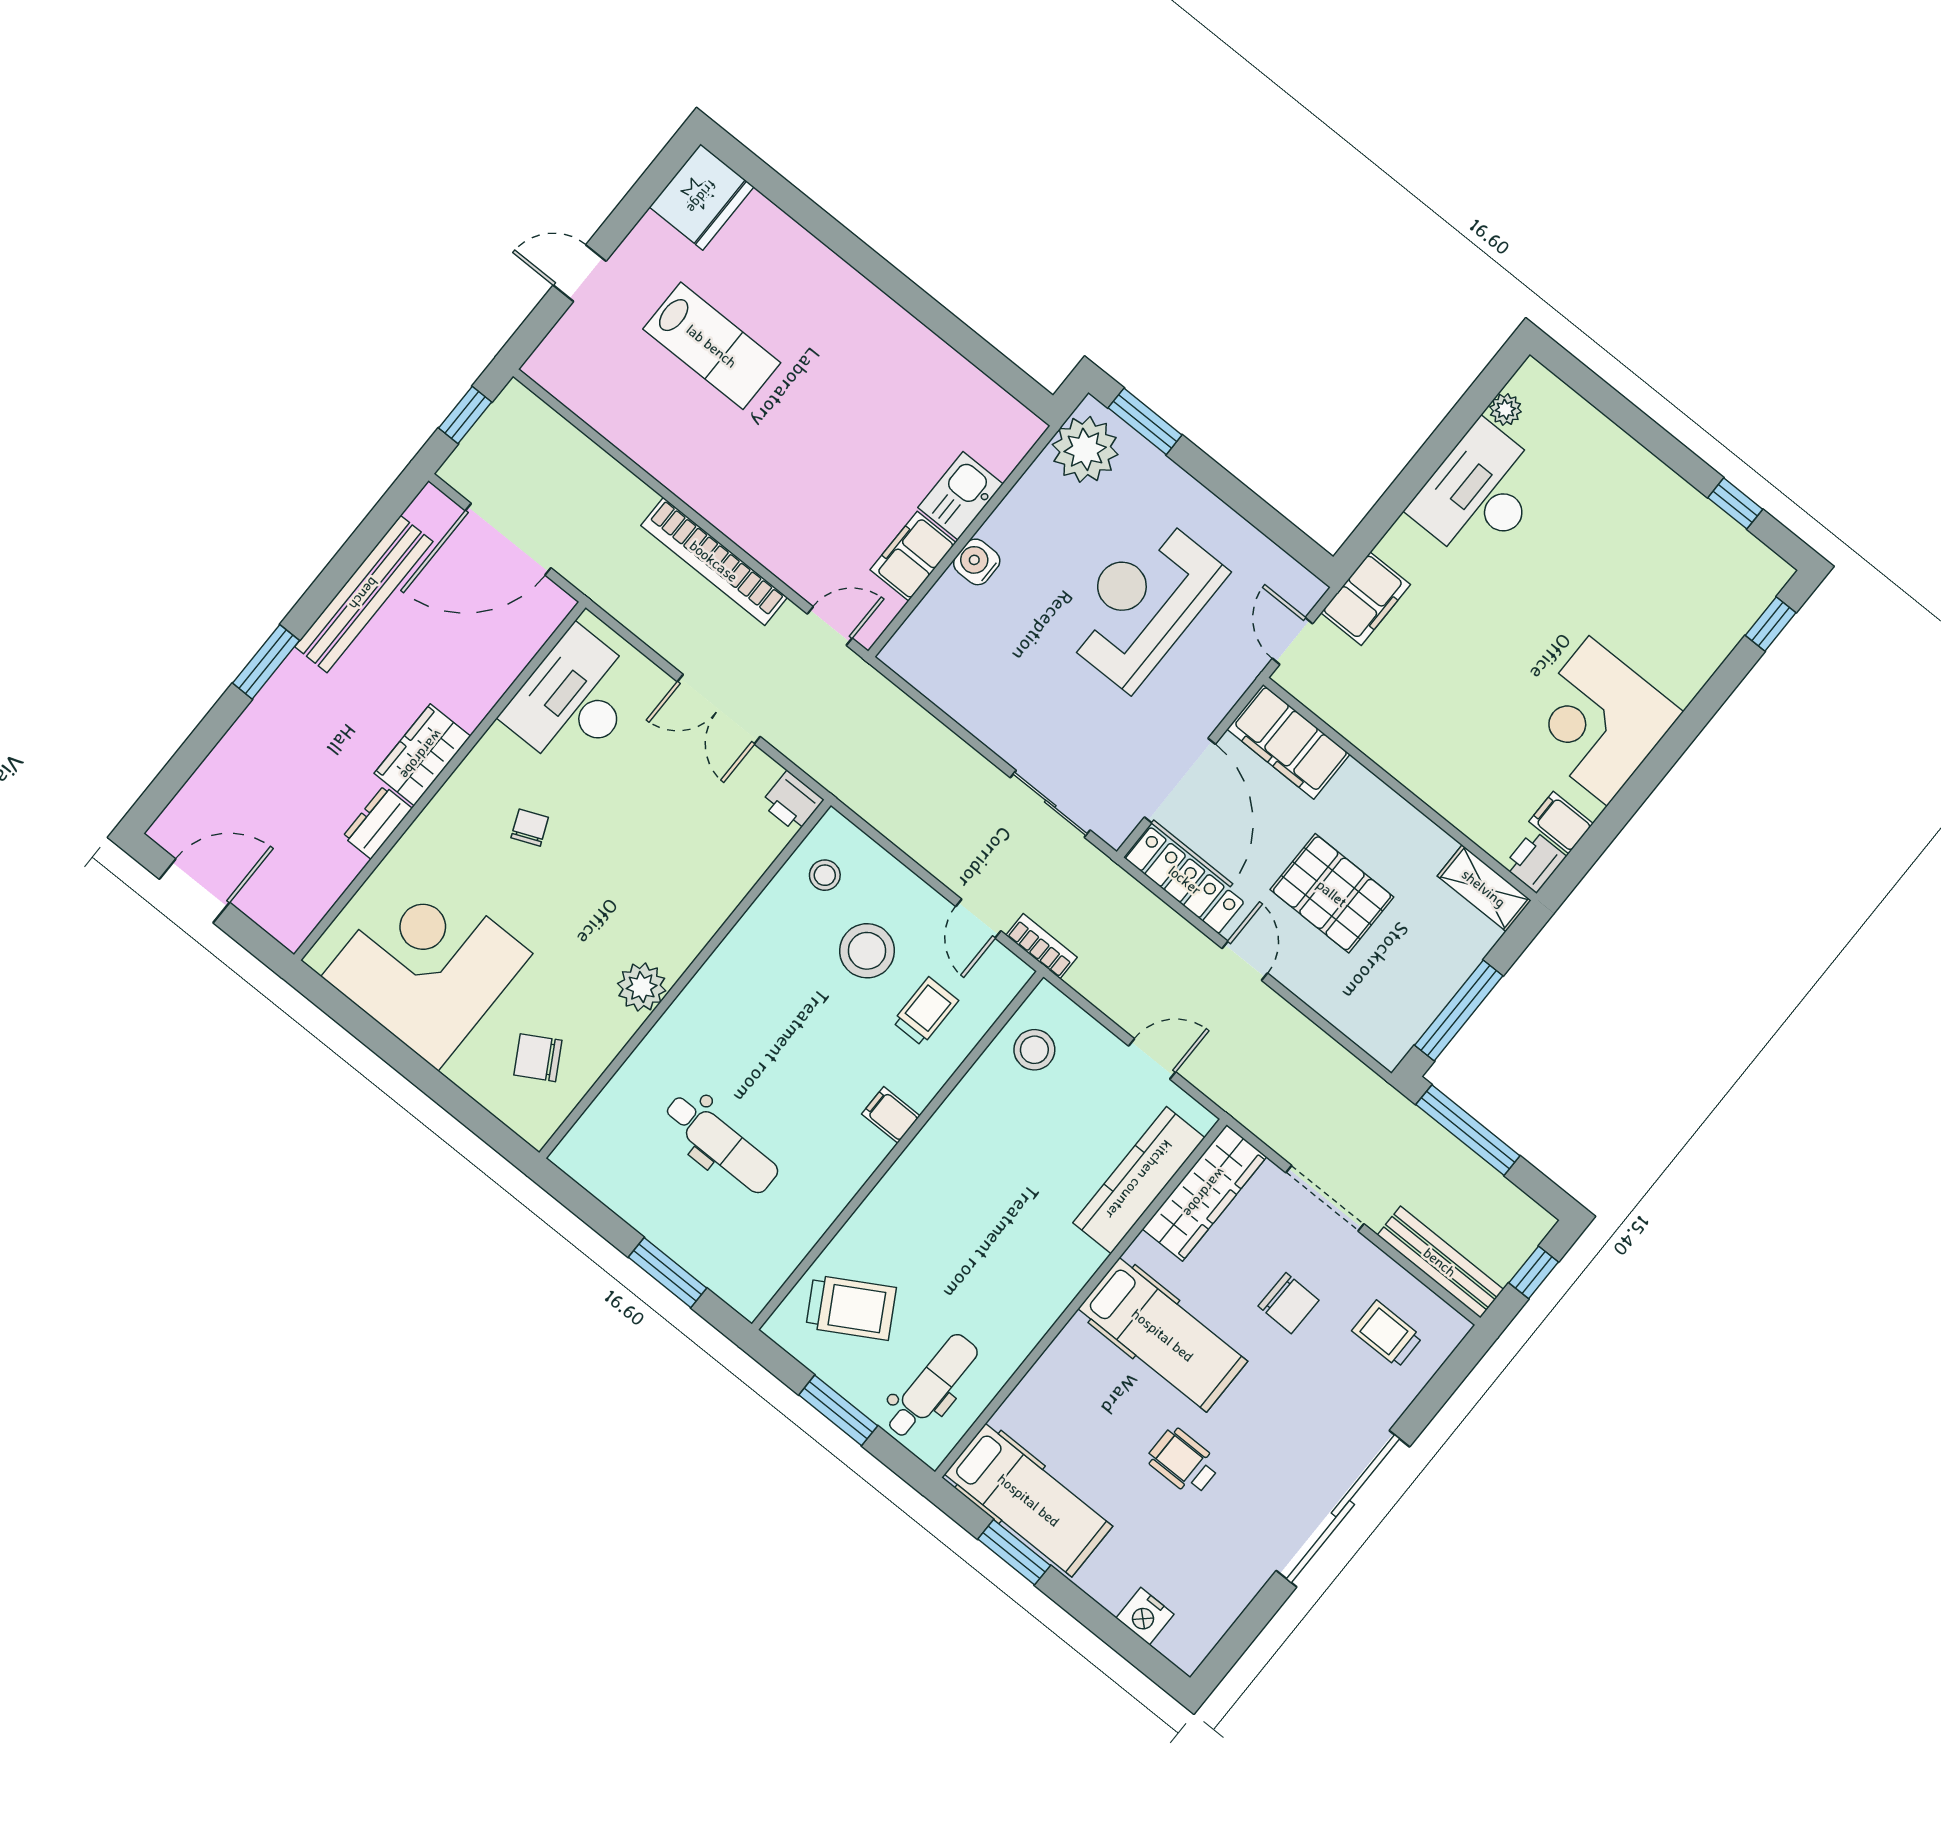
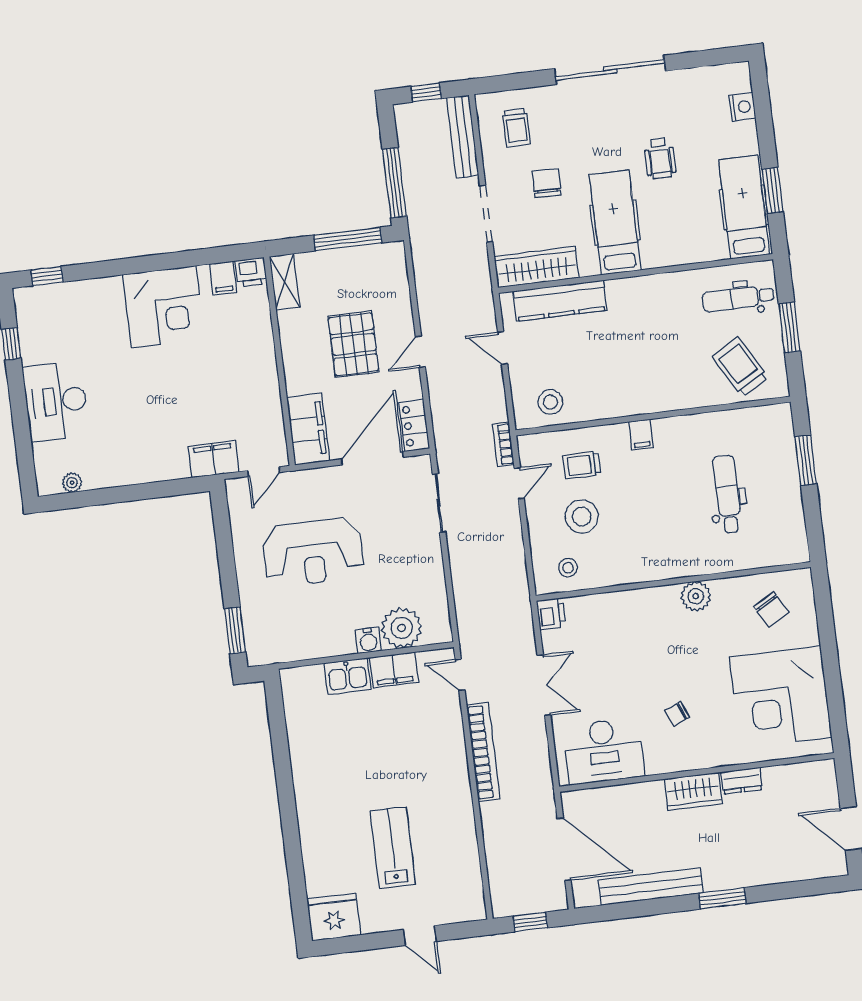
plant: (1085, 449) -> (402, 628), moved
desk: (1480, 493) -> (56, 401), moved, turned 90
locker: (1185, 880) -> (414, 425), width x0.66

